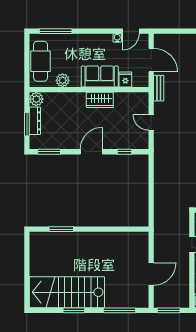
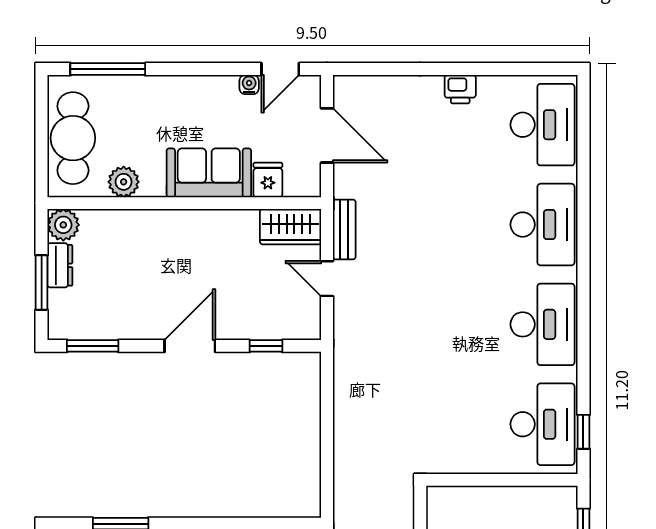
bench: (159, 88) -> (344, 229), moved
wardrobe: (100, 100) -> (291, 227), moved
dresser: (35, 121) -> (60, 265), width x0.70

